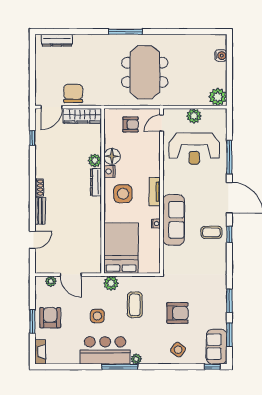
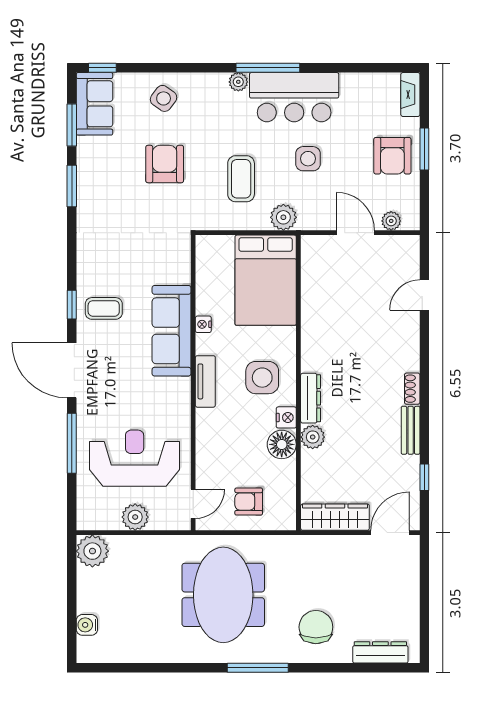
chair: (73, 93) -> (316, 627), moved, turned 180
bench: (40, 211) -> (411, 430), moved
armchair: (177, 313) -> (165, 164), turned 90

